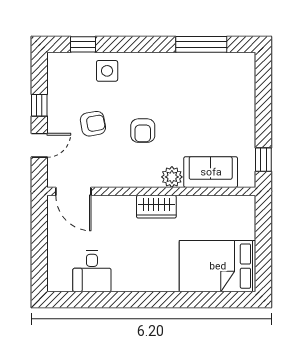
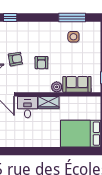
side table: (107, 71) -> (73, 37), moved
desk: (92, 271) -> (27, 107), moved, turned 180

